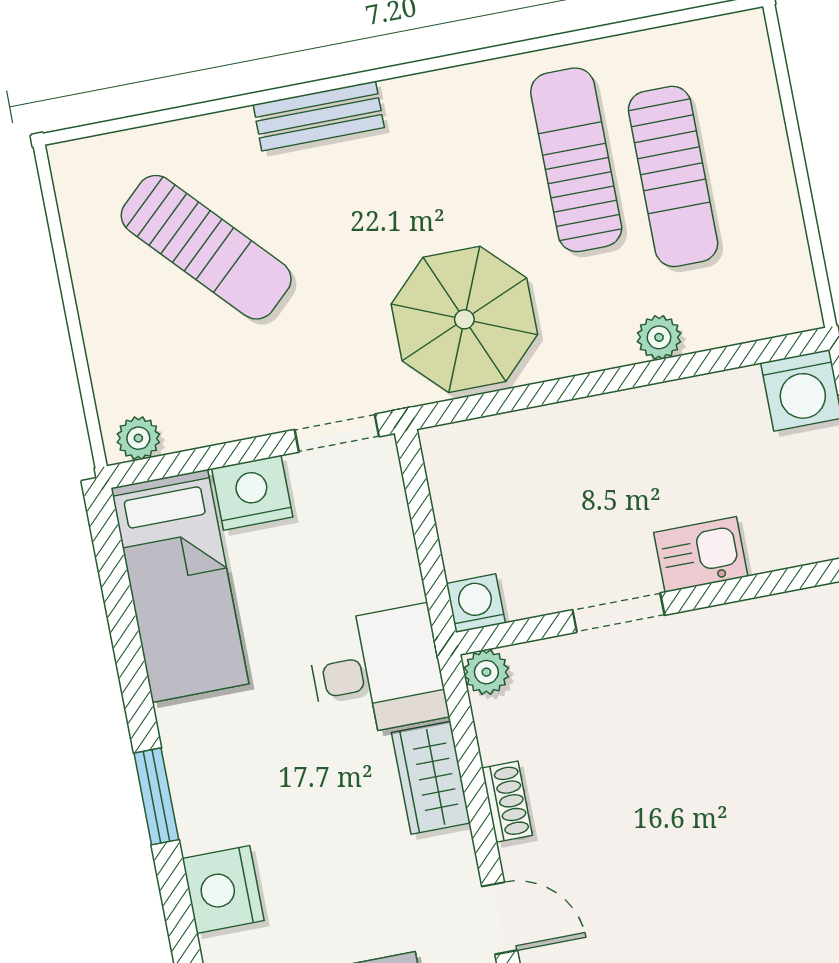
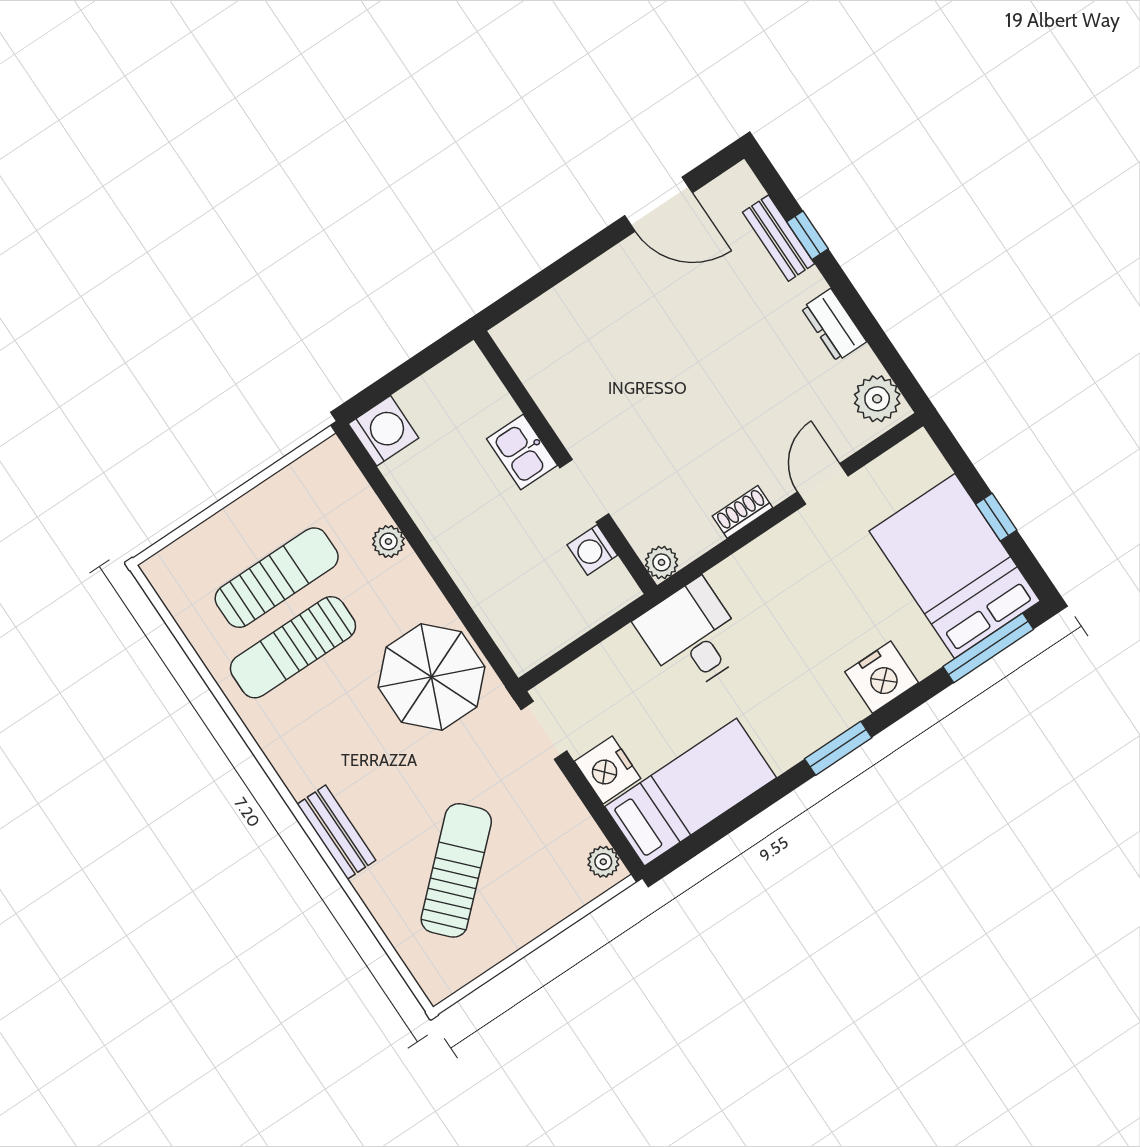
washing machine: (476, 603) -> (592, 550), moved
wardrobe: (431, 778) -> (748, 570), removed

